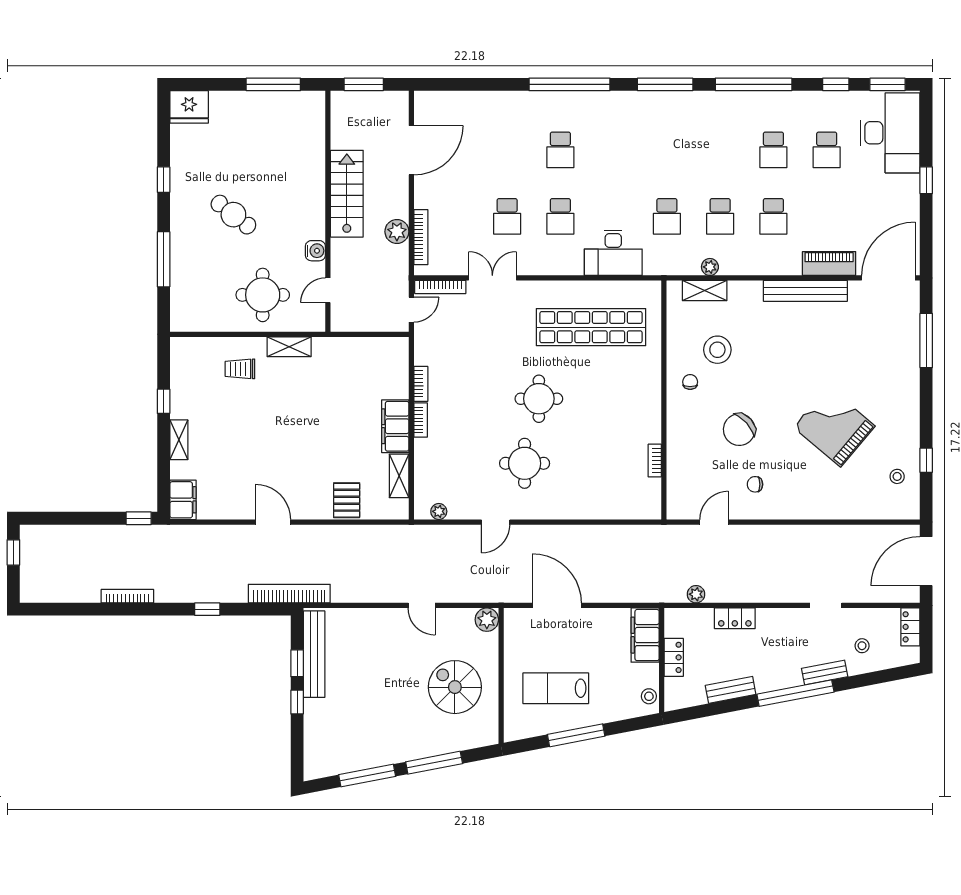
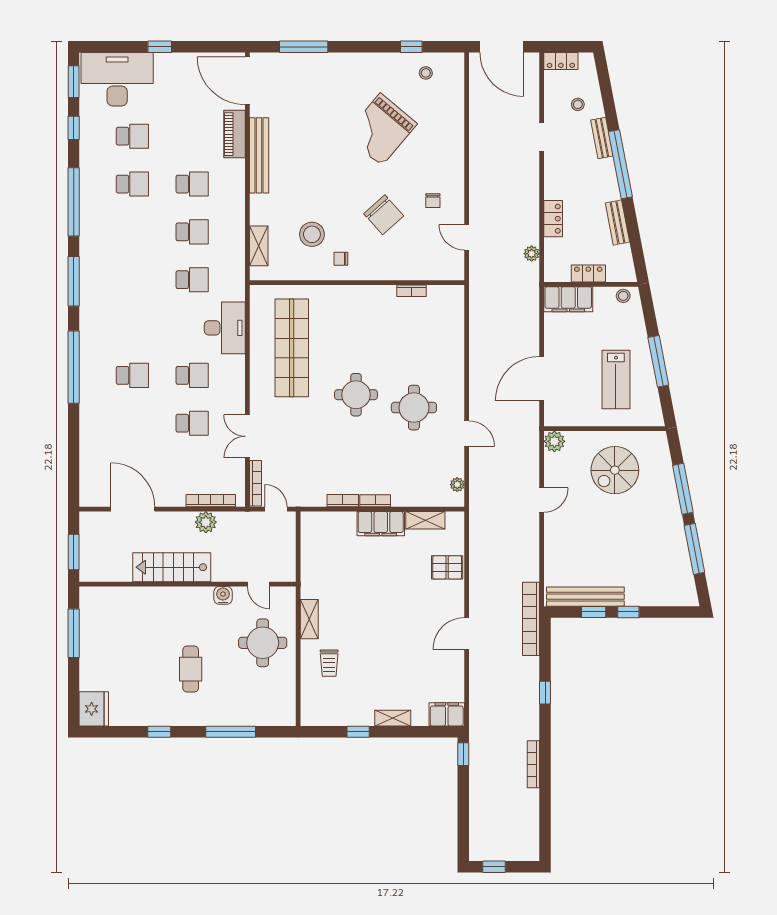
cafe table: (233, 215) -> (191, 669), turned -38
plant: (710, 267) -> (238, 241), removed

